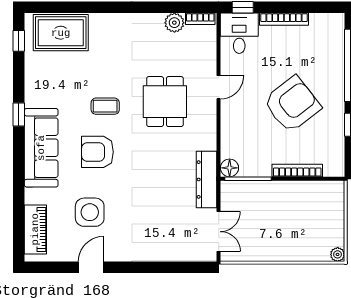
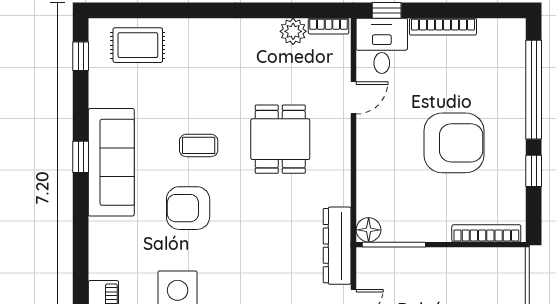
rug: (61, 33) -> (138, 45), width x0.73, depth x0.70
door: (219, 87) -> (353, 98), moved
armchair: (292, 104) -> (454, 143), turned 38
sofa: (41, 148) -> (111, 162), moved
bookcase: (297, 170) -> (486, 233), moved

